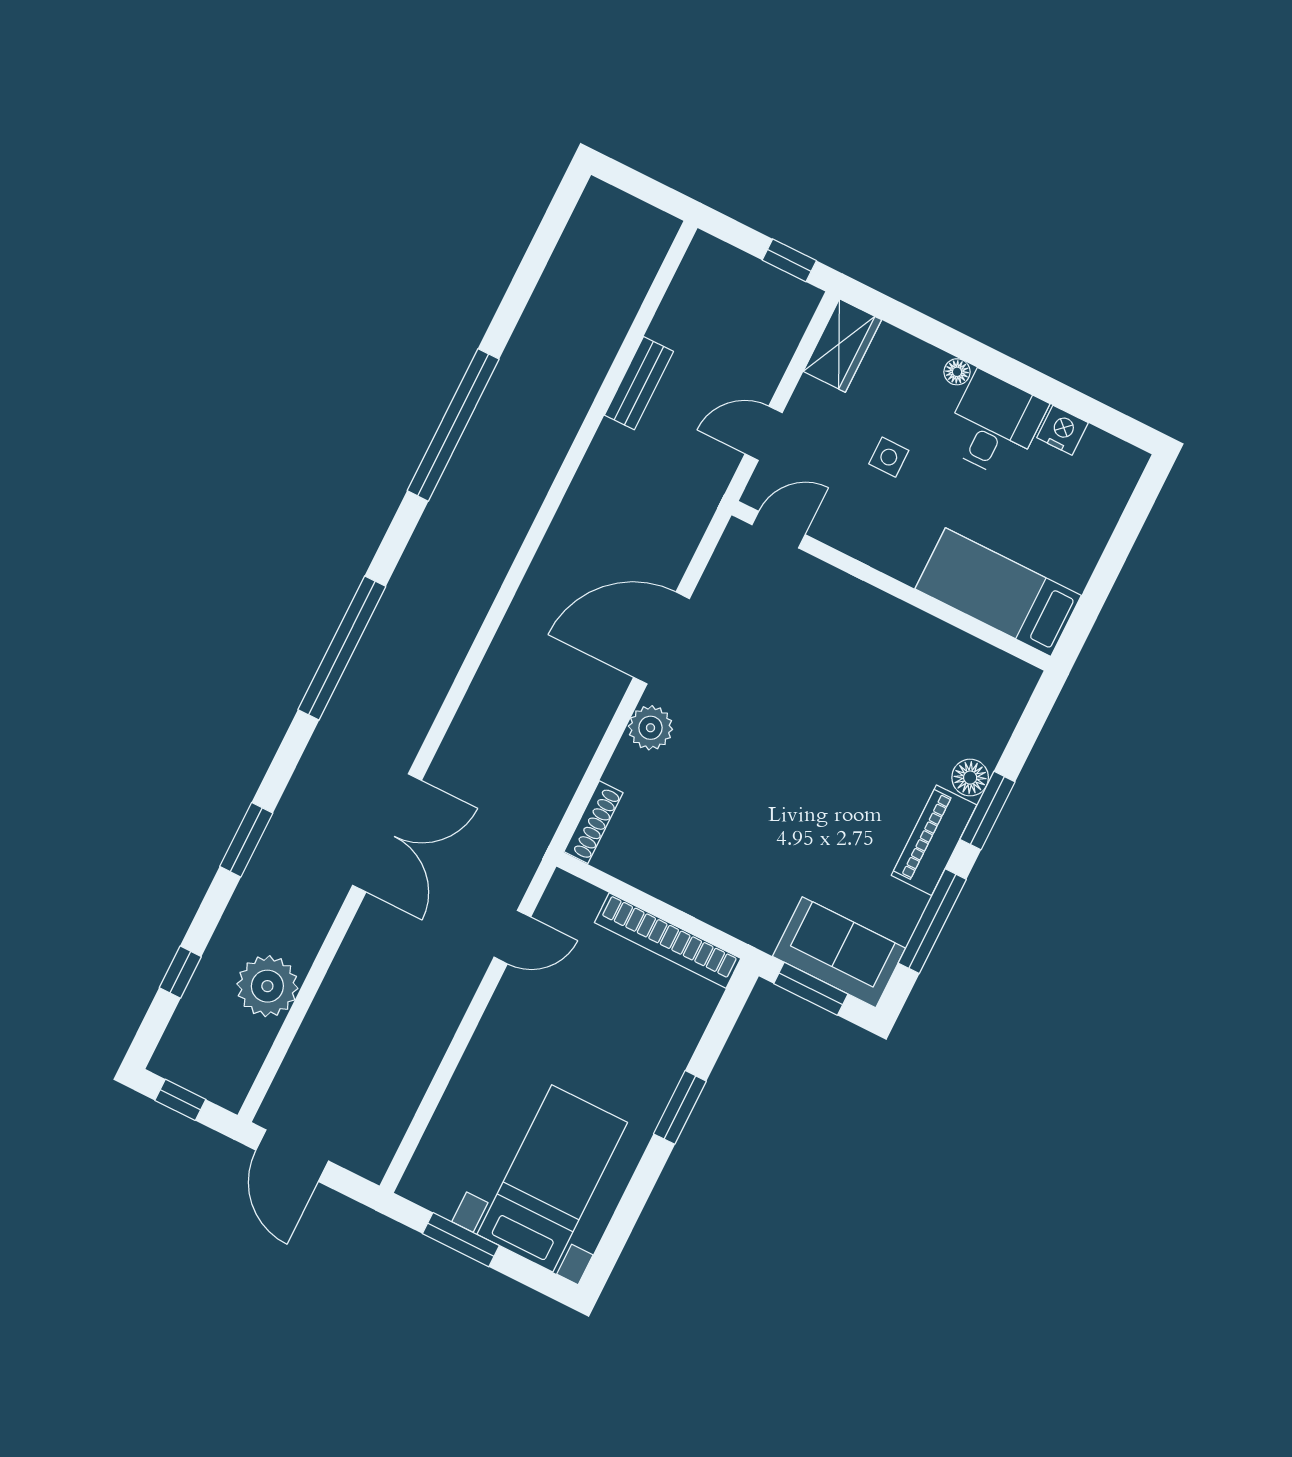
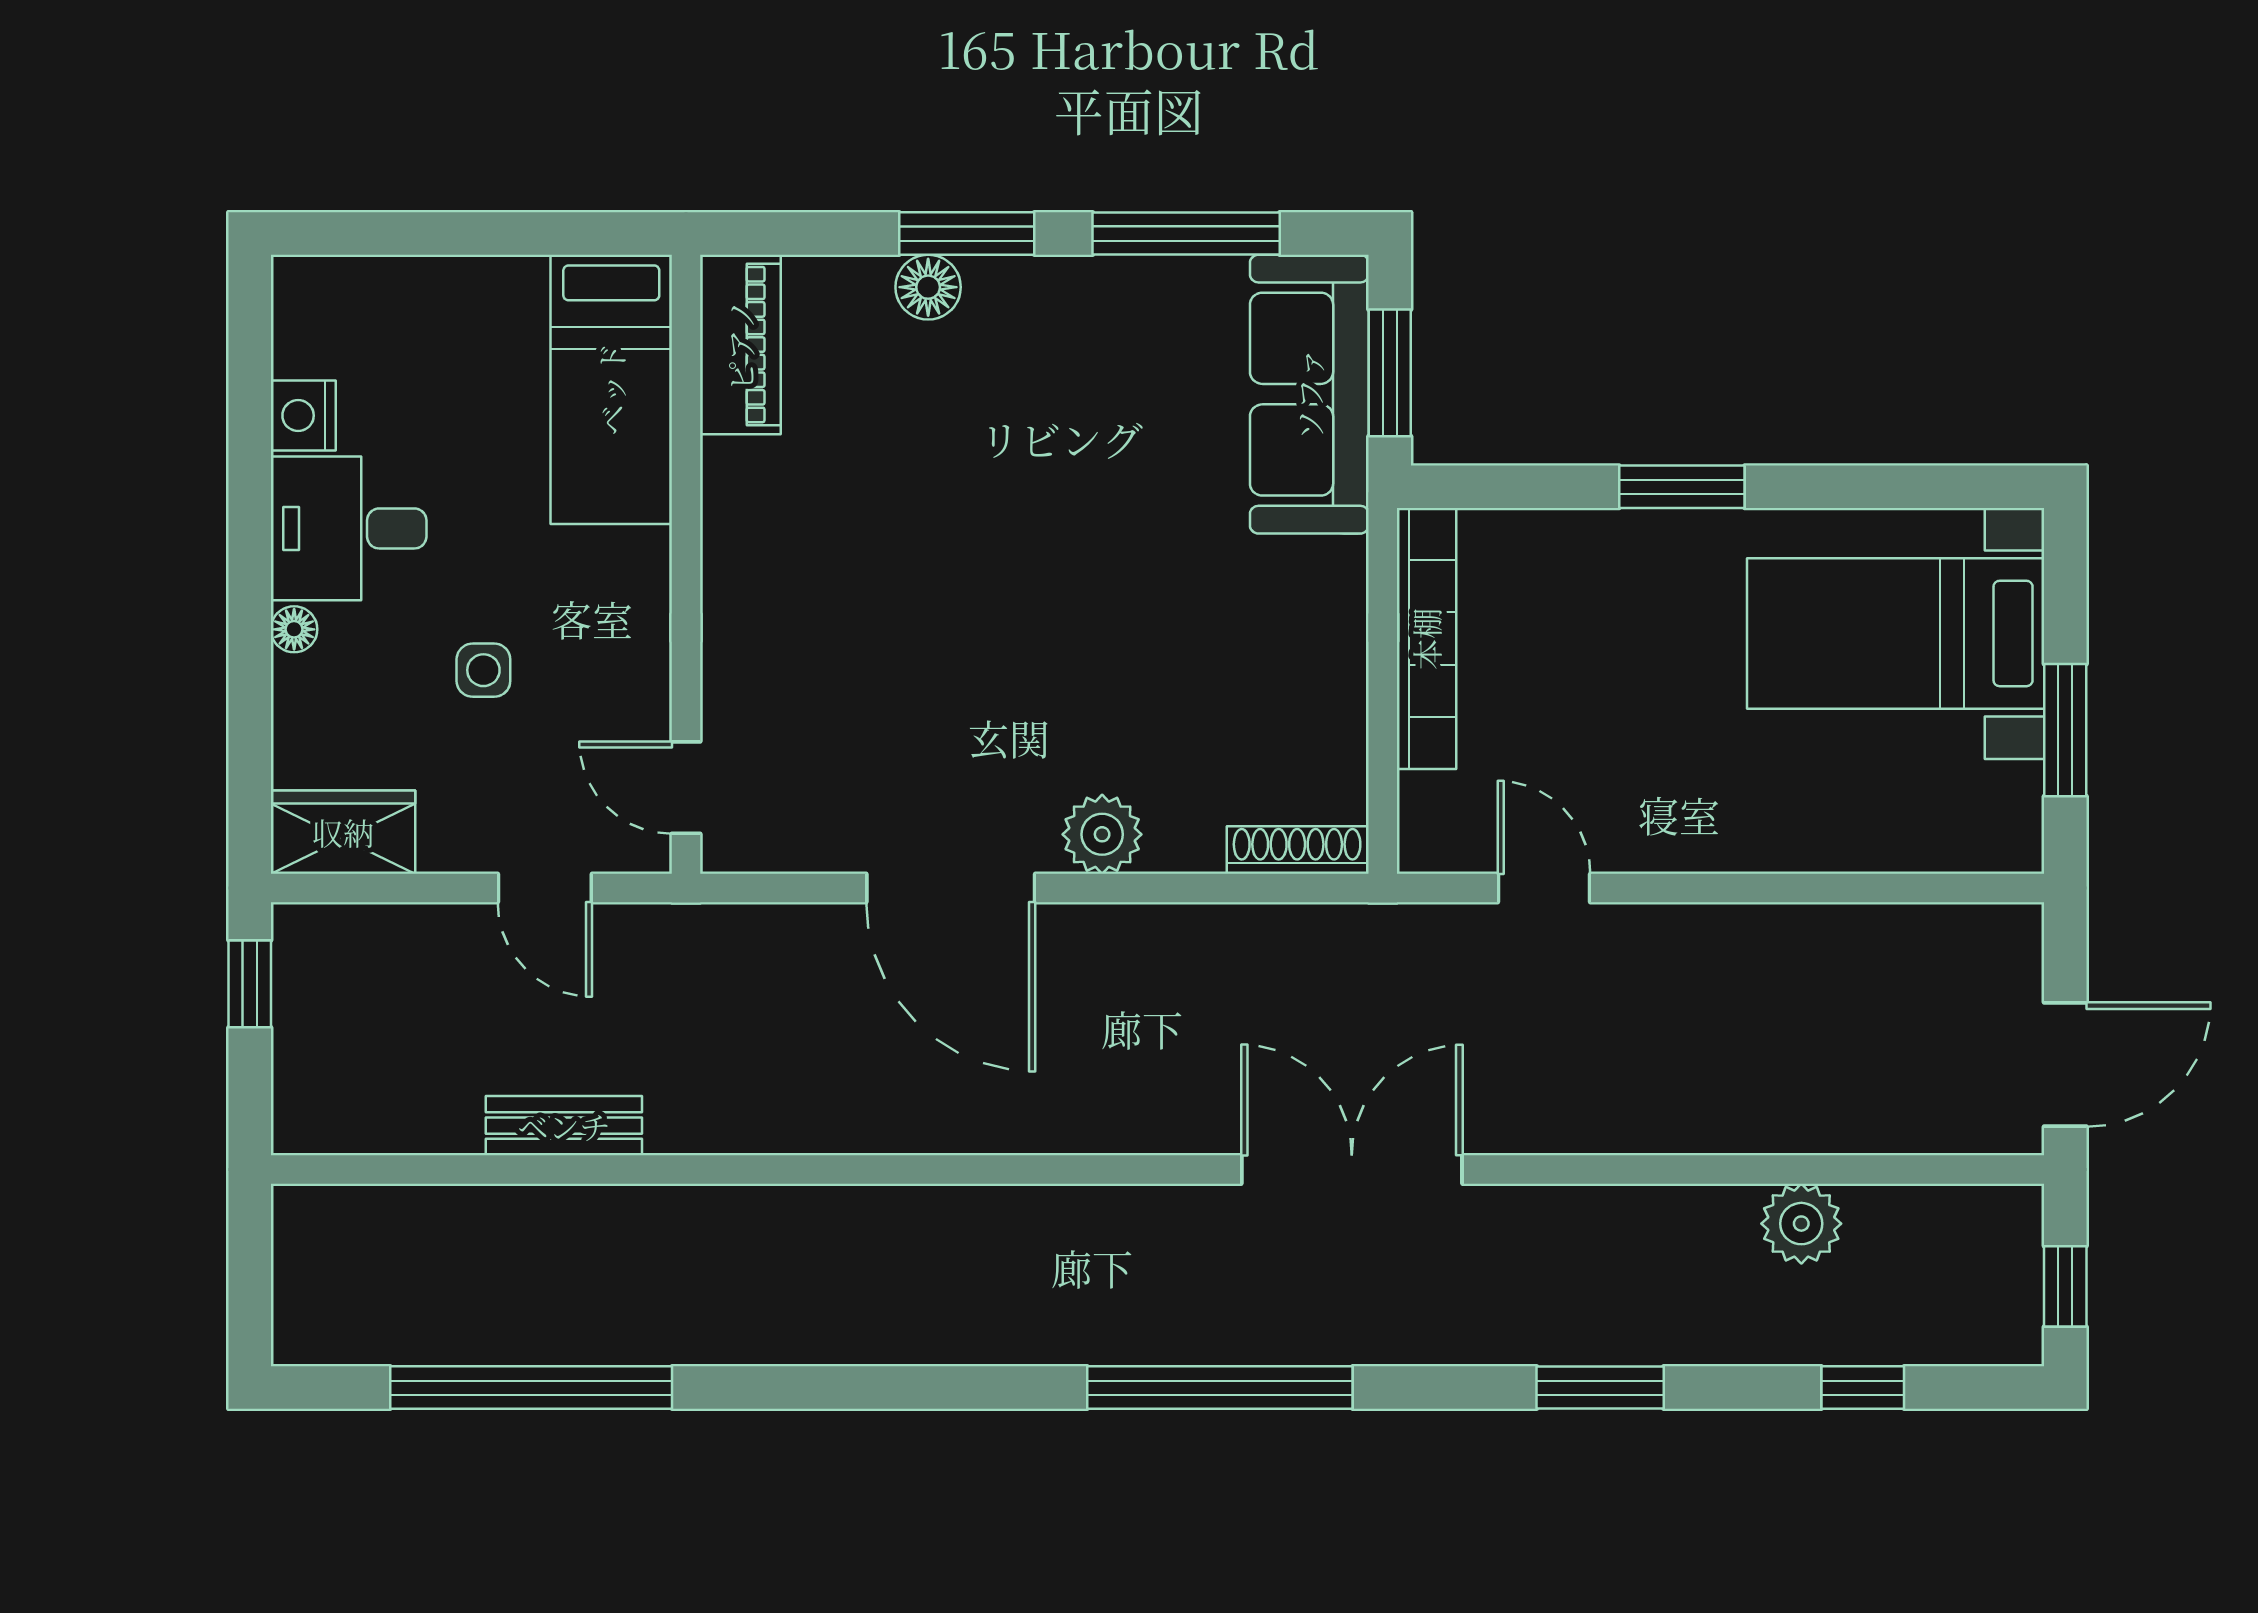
window: (453, 425) -> (531, 1388), moved
double door: (387, 833) -> (1352, 1169), moved
piano: (934, 840) -> (740, 345), moved, turned -90
sofa: (839, 952) -> (1309, 394), width x1.36
plant: (267, 986) -> (1801, 1224), width x0.73, depth x0.73

